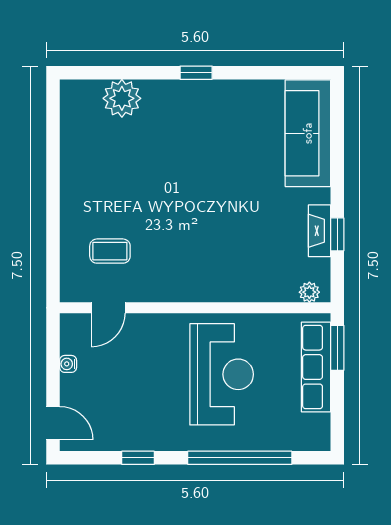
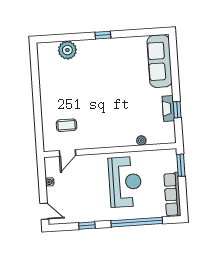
plant: (309, 292) -> (141, 140), moved
row of seats: (316, 367) -> (172, 194), moved

